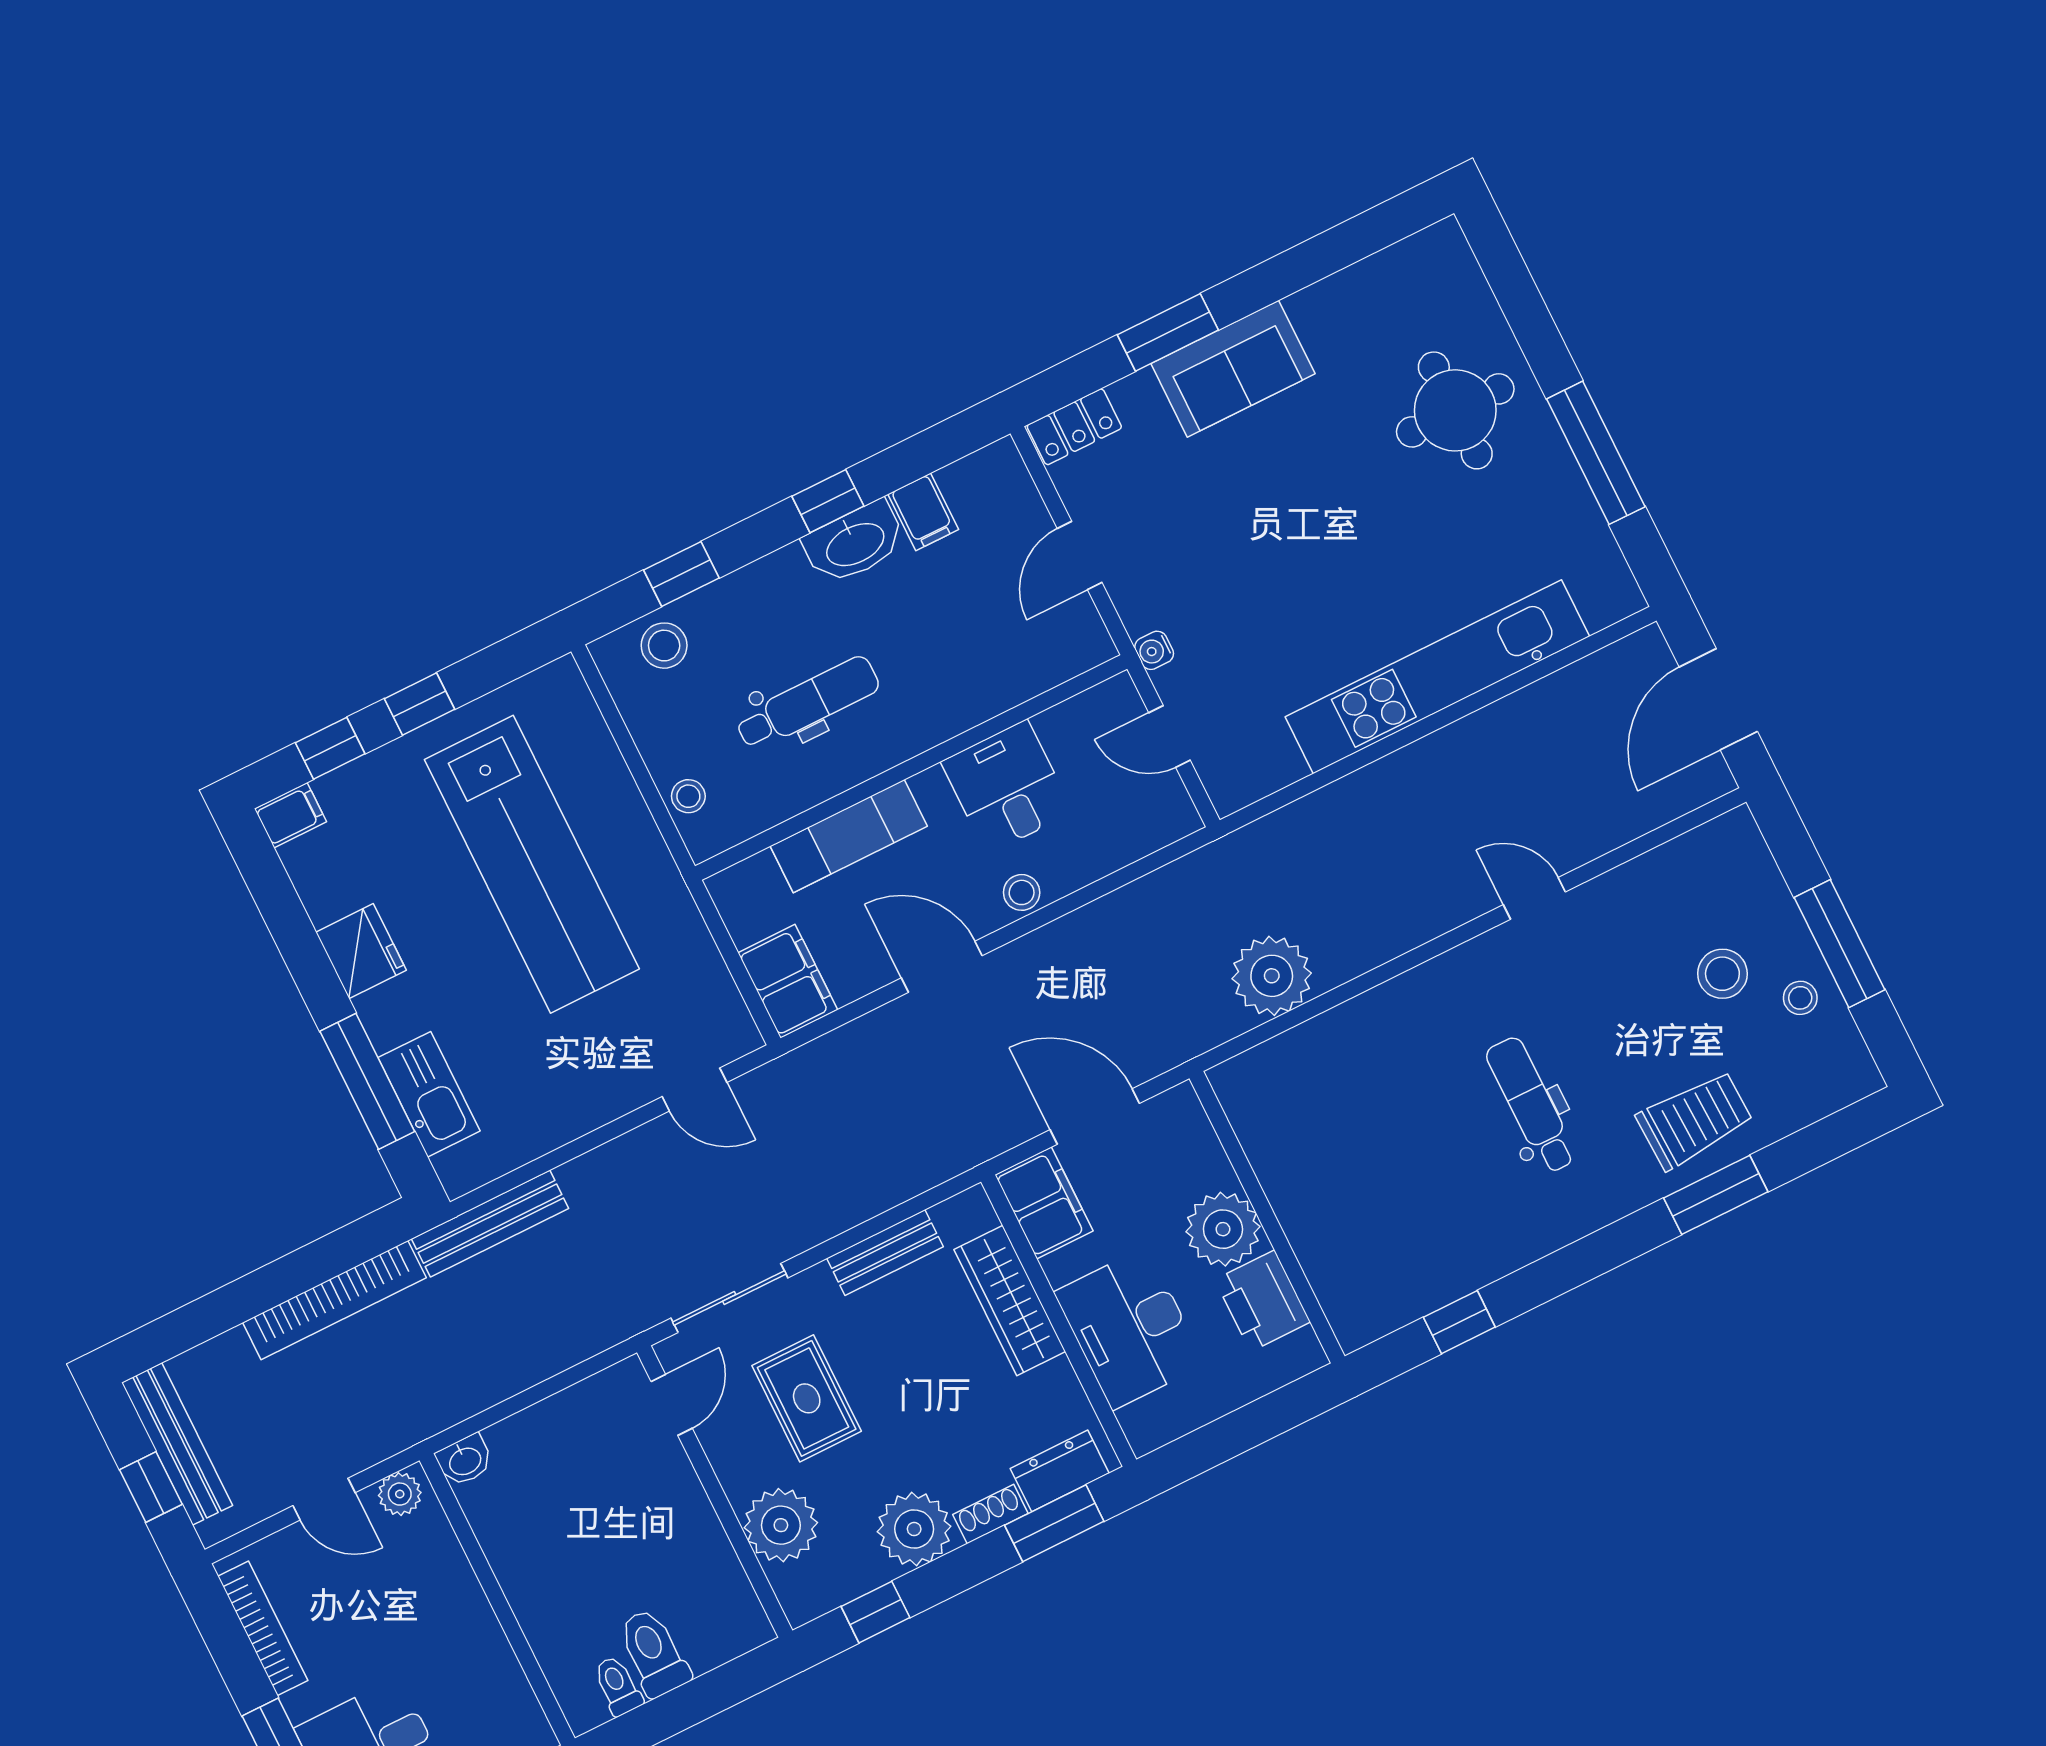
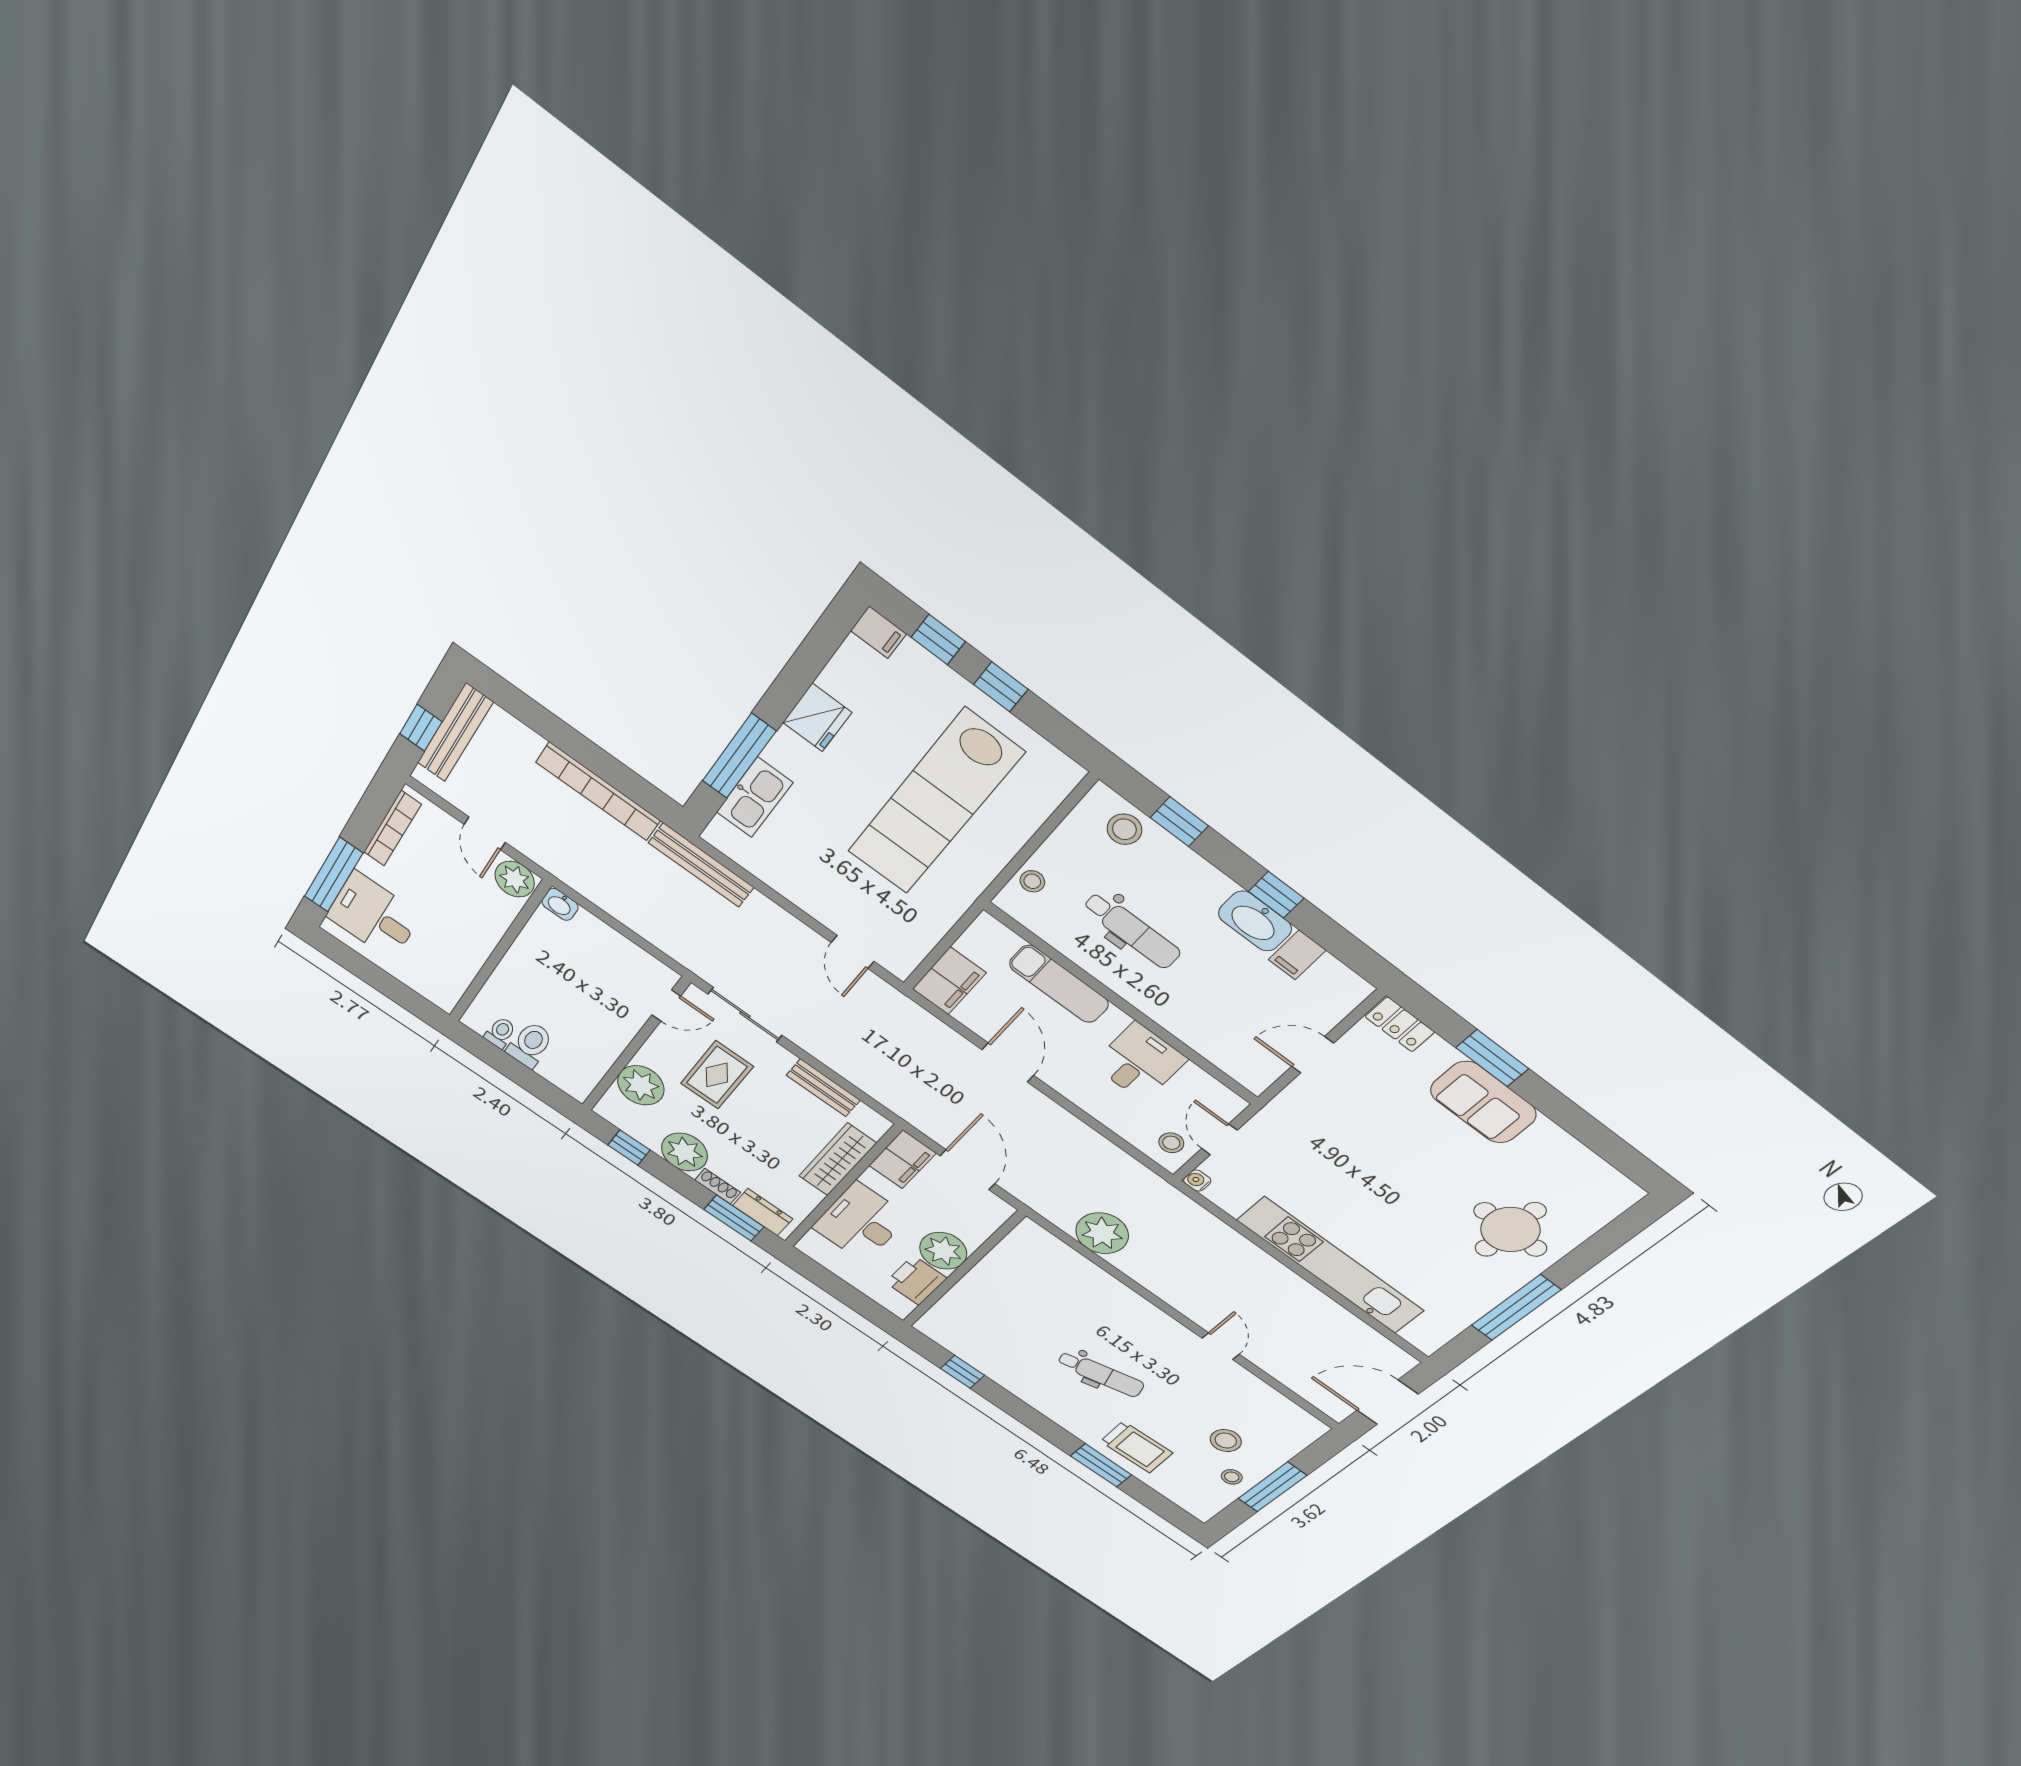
water cooler: (1154, 650) -> (1197, 1181), moved
stool: (1022, 892) -> (1171, 1143), moved
dental chair: (1531, 1105) -> (1101, 1374), turned 75
plant: (400, 1494) -> (515, 879), width x1.38, depth x1.38

